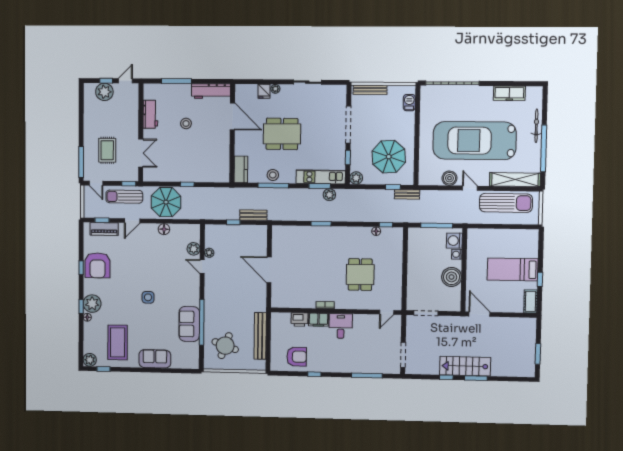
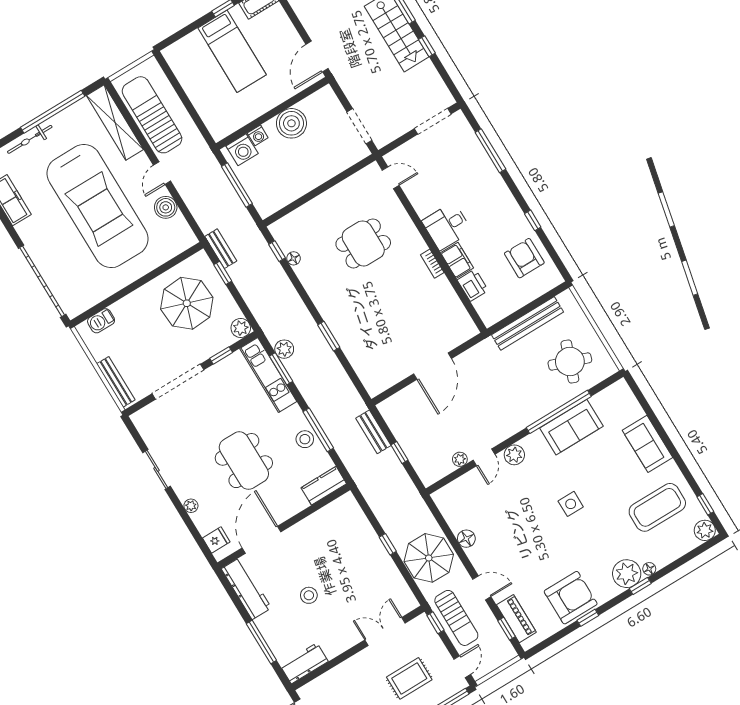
fridge: (264, 91) -> (216, 540), moved
workbench: (150, 114) -> (304, 663), moved
plant: (194, 249) -> (514, 455), moved

